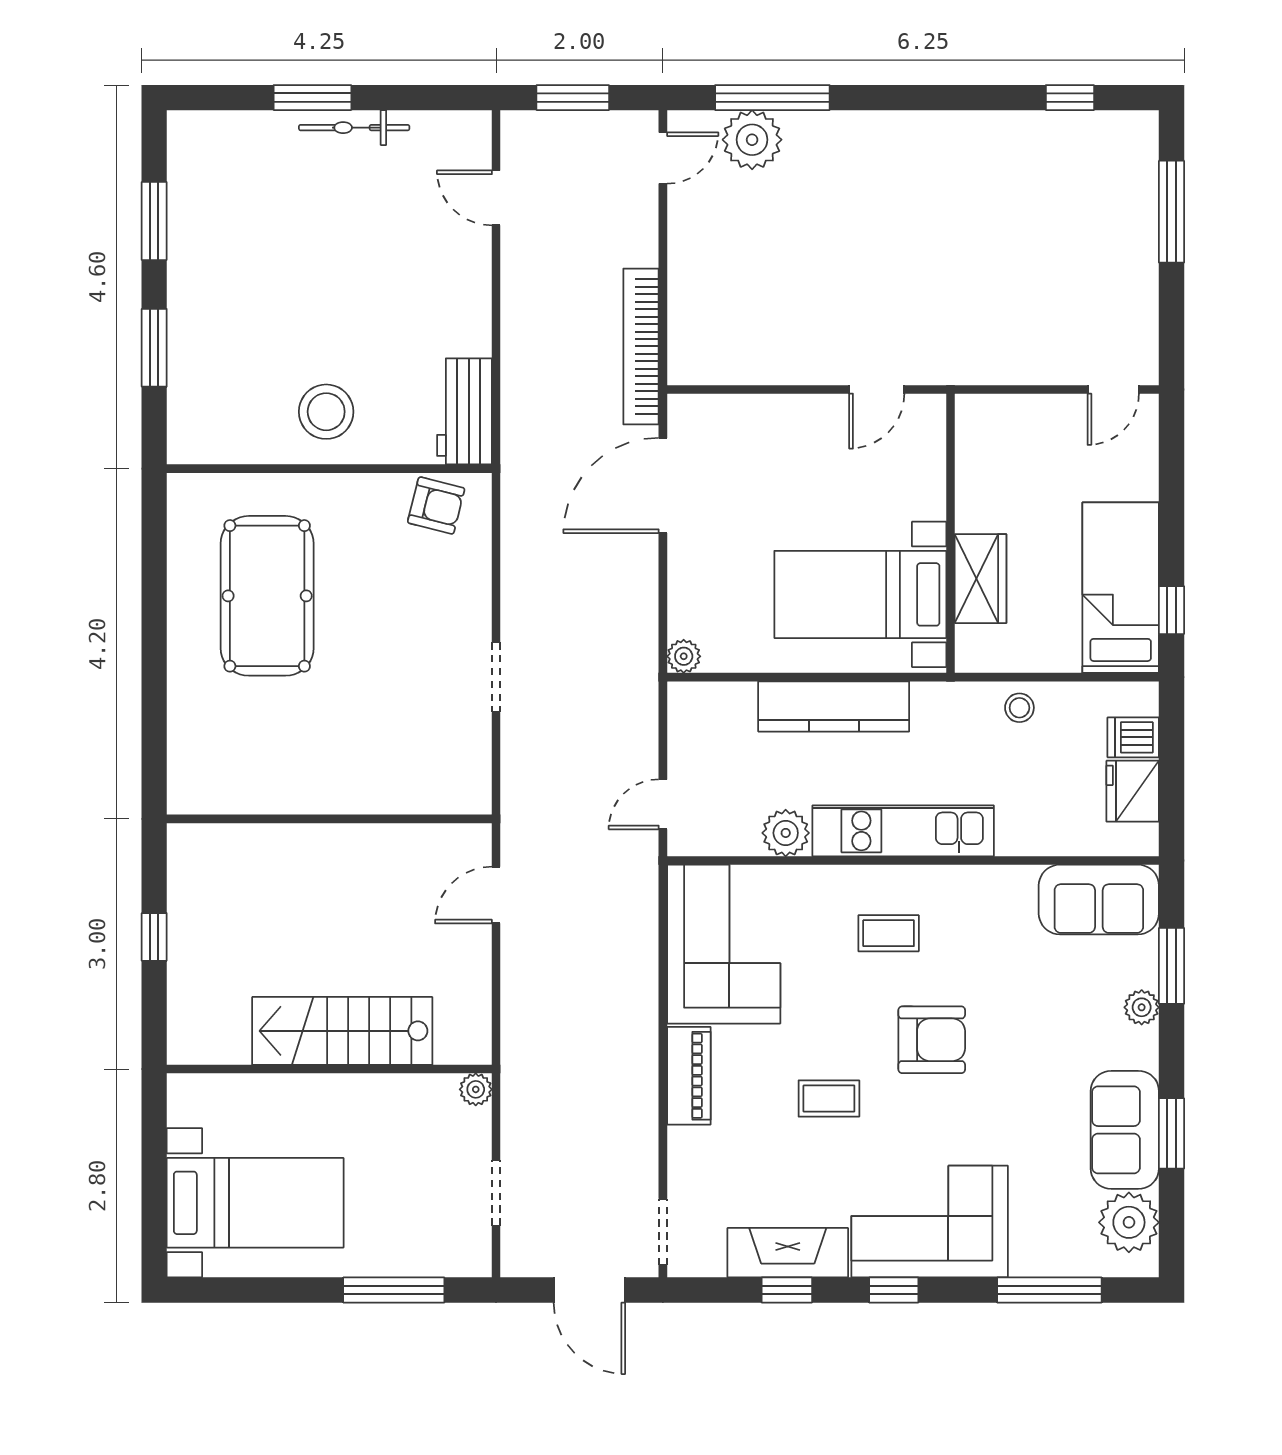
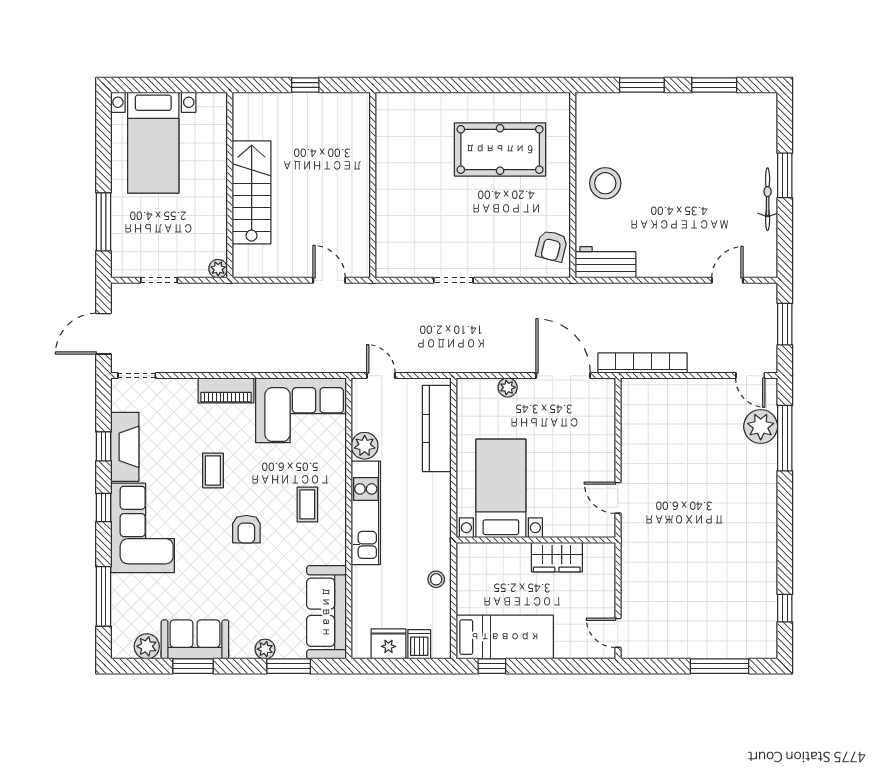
wardrobe: (981, 579) -> (557, 557), moved
plant: (684, 656) -> (508, 387), moved
kitchen counter: (834, 706) -> (437, 428), moved
sofa: (1099, 900) -> (327, 612), width x1.36
armchair: (932, 1040) -> (246, 529), width x0.72, depth x0.72
plant: (1129, 1222) -> (147, 646), width x0.73, depth x0.73

